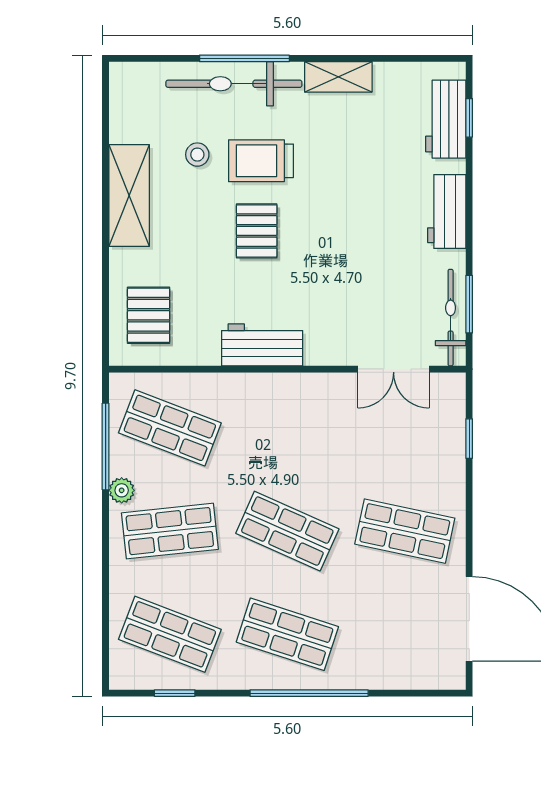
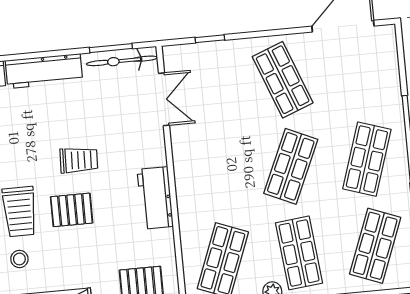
workbench: (447, 211) -> (44, 71), width x1.37
trolley: (323, 247) -> (79, 160), added
shop shelf: (405, 531) -> (283, 80), turned -33

